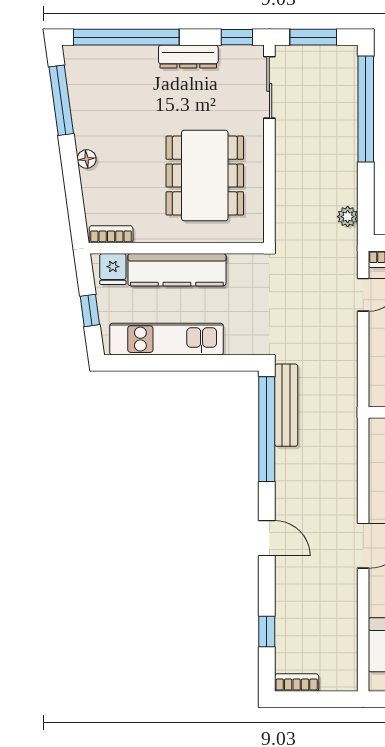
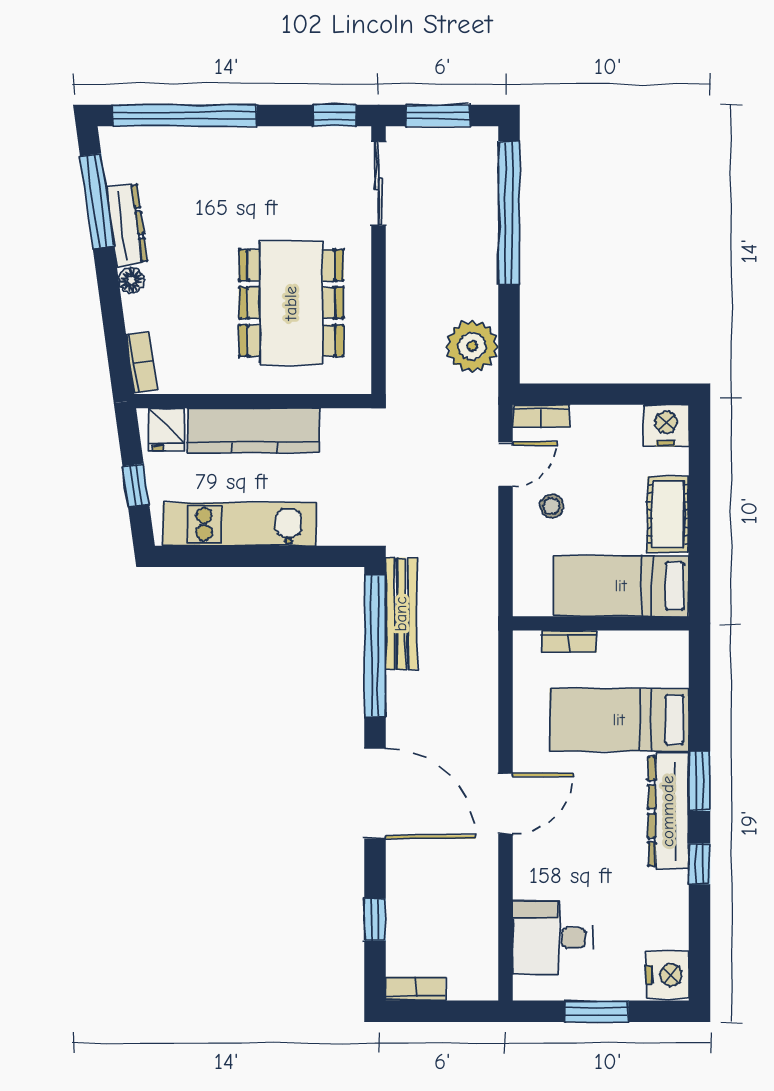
dresser: (188, 57) -> (127, 225), moved, turned -98
plant: (348, 217) -> (472, 346), width x1.88, depth x1.88
bookcase: (111, 234) -> (142, 363), moved, turned 82
door: (267, 538) -> (375, 794), width x1.88

